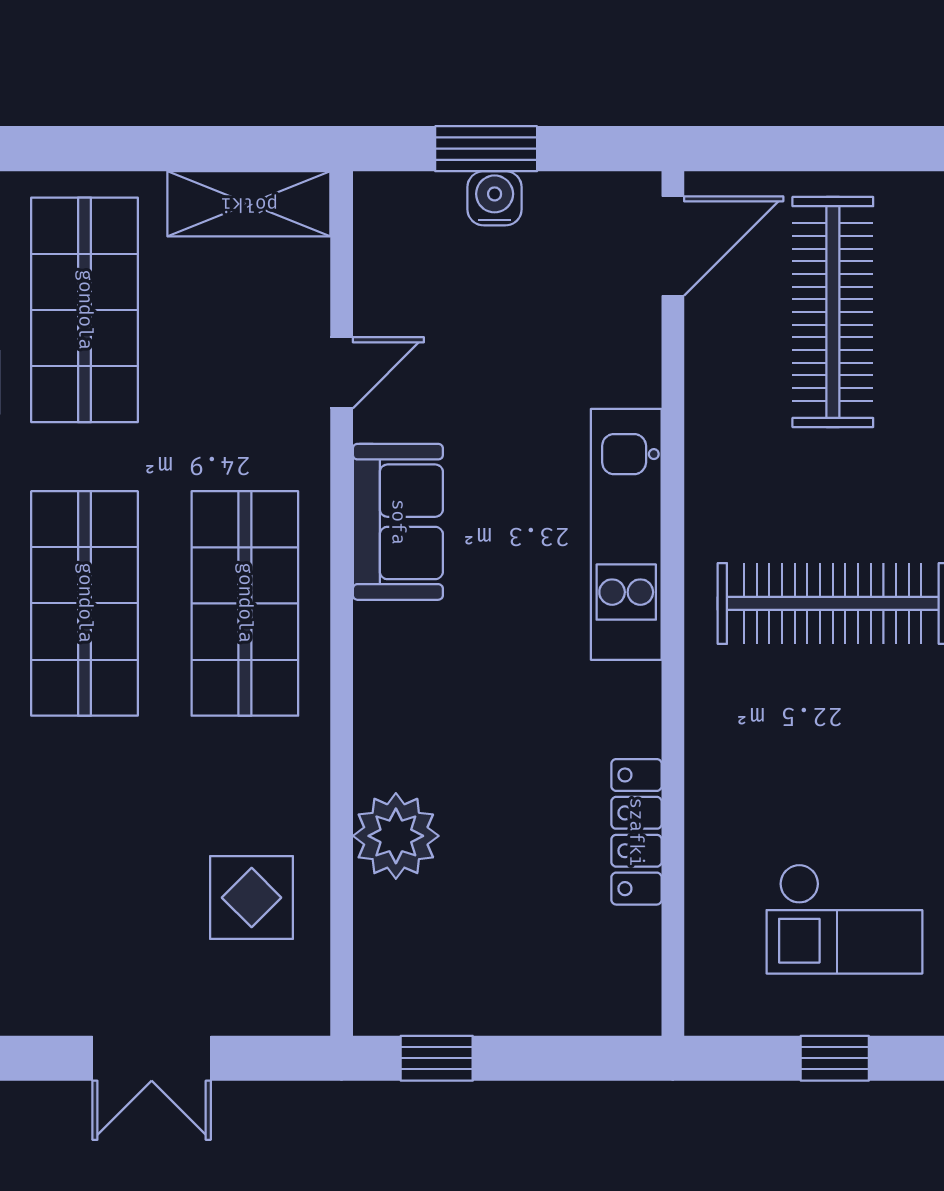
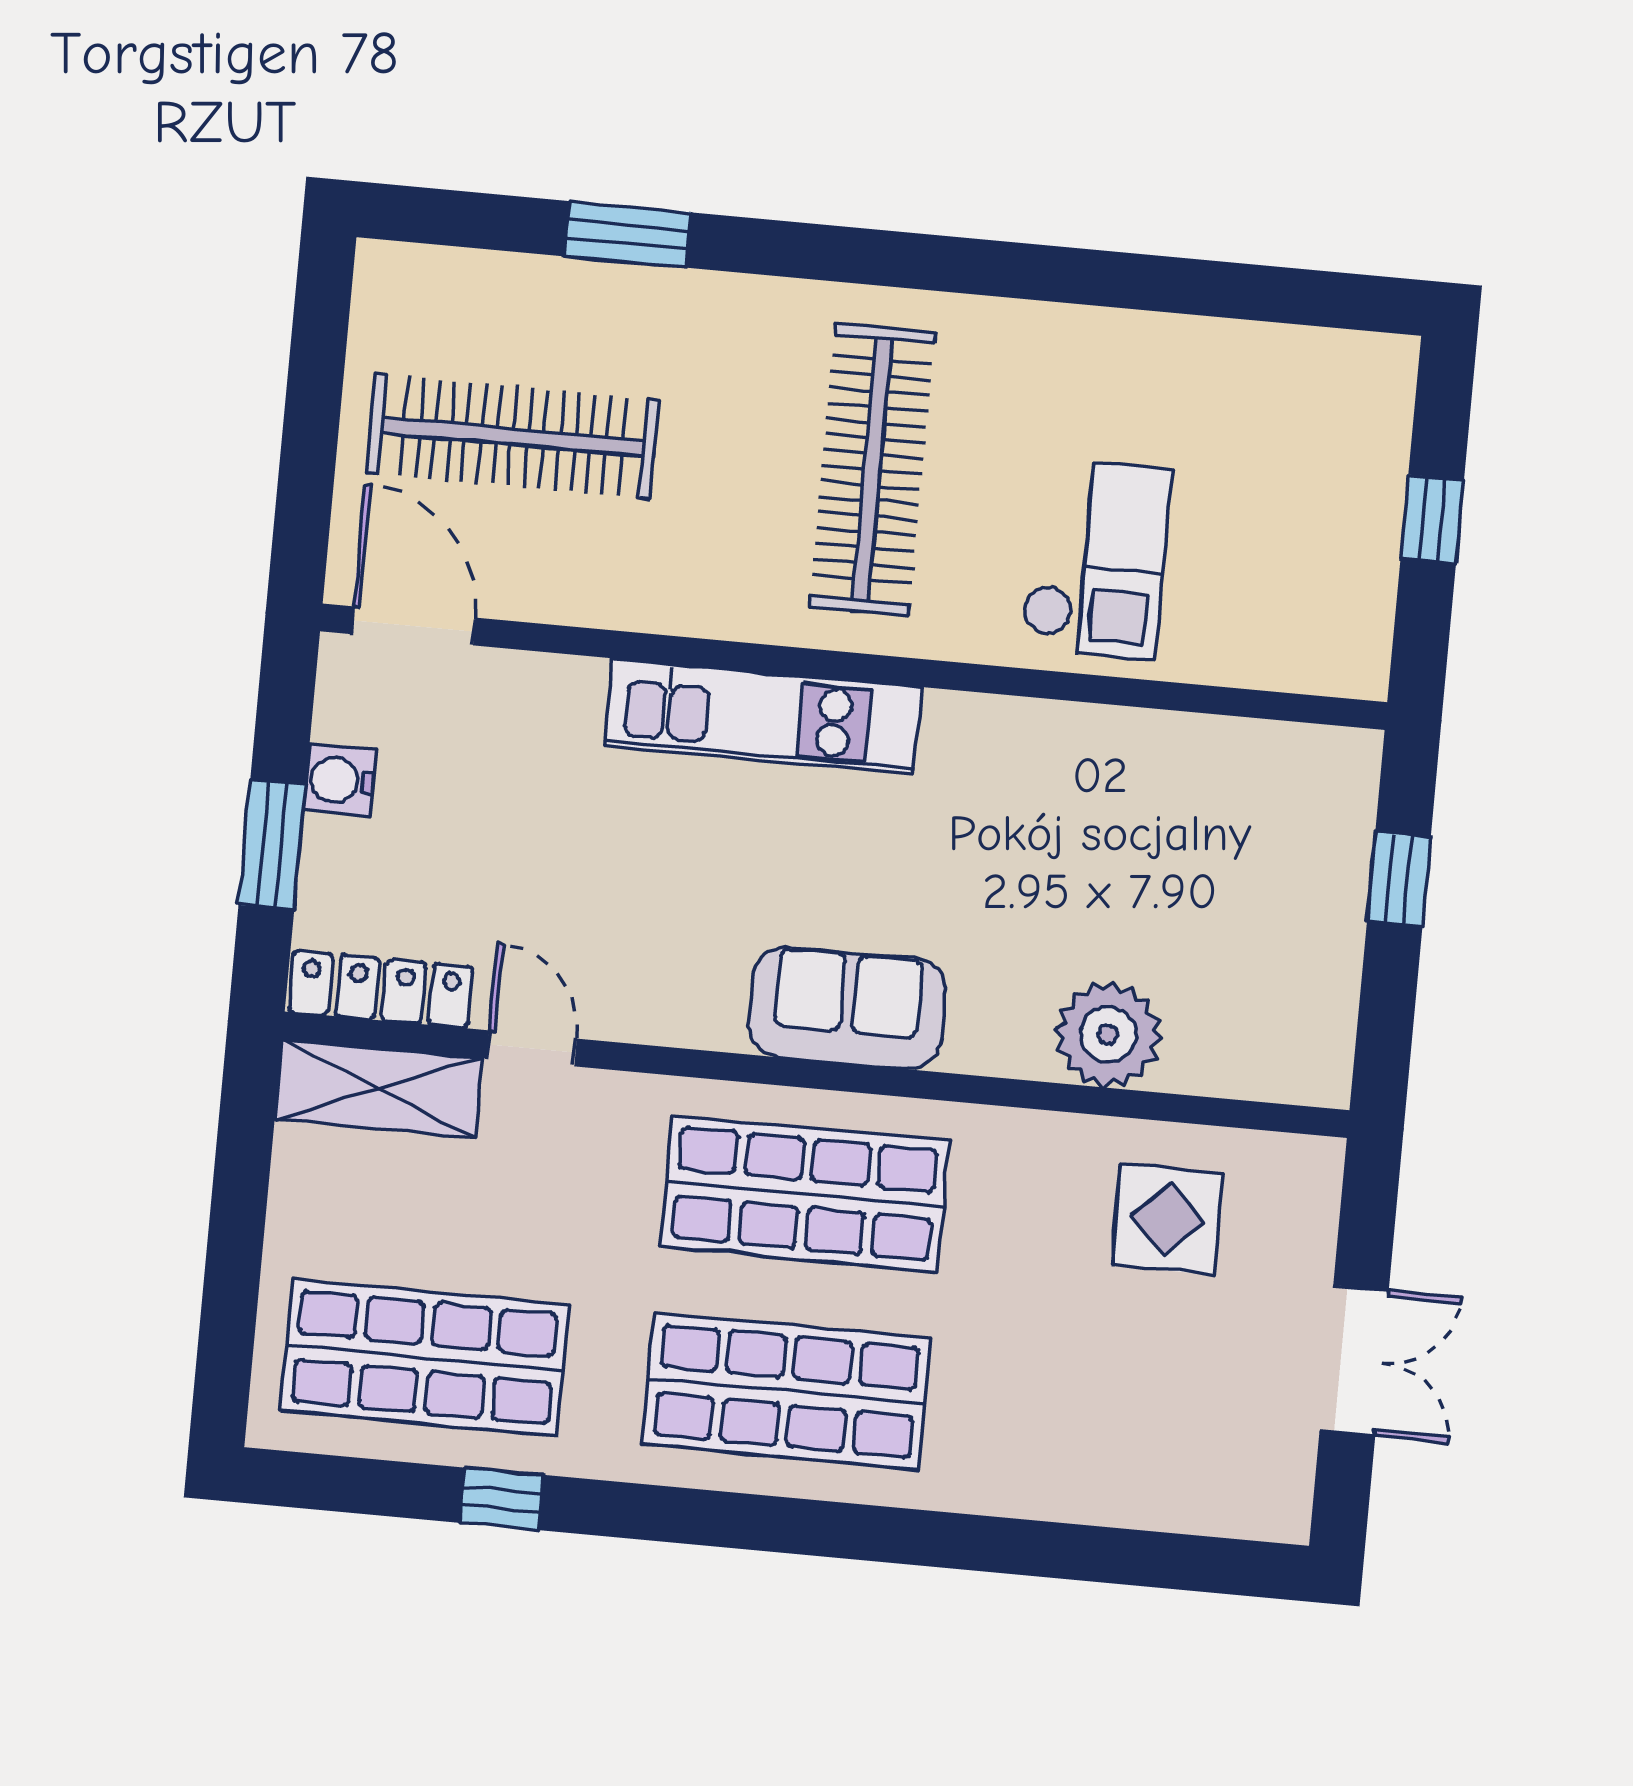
water cooler: (495, 198) -> (340, 780), moved
shelving: (249, 204) -> (379, 1089), moved, turned 90
sofa: (398, 522) -> (847, 1008), moved
locker: (636, 832) -> (381, 989), moved, turned 180
checkout: (844, 919) -> (1096, 559), moved
window: (437, 1058) -> (1399, 879), moved

